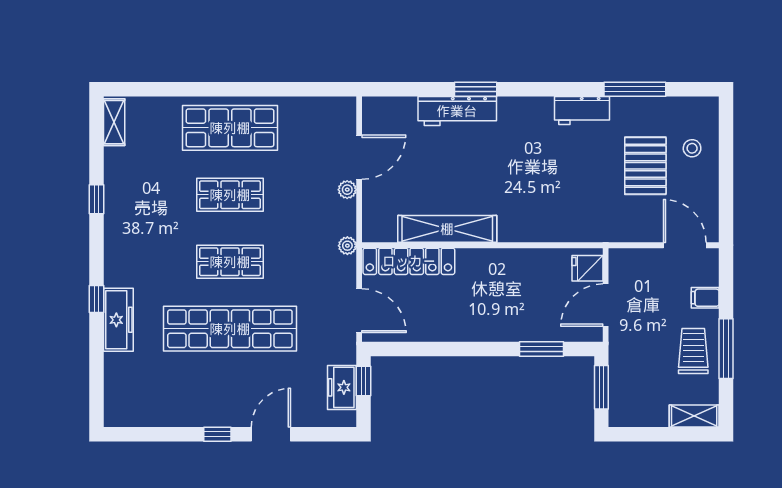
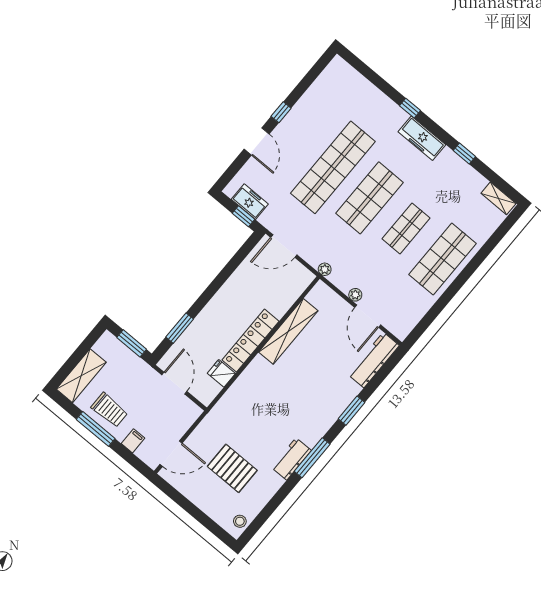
window: (635, 89) -> (312, 458), moved
workbench: (457, 111) -> (374, 360), moved
stool: (692, 148) -> (240, 521), moved
locker: (409, 261) -> (251, 341), moved
shop shelf: (230, 262) -> (369, 198), width x1.43, depth x1.36
fridge: (587, 268) -> (221, 373), moved, turned -90
freezer: (118, 320) -> (422, 138), moved
shelving: (694, 416) -> (81, 376), width x1.50, depth x1.33

